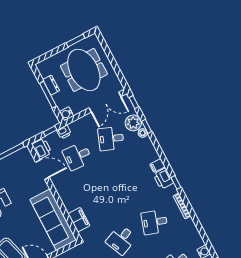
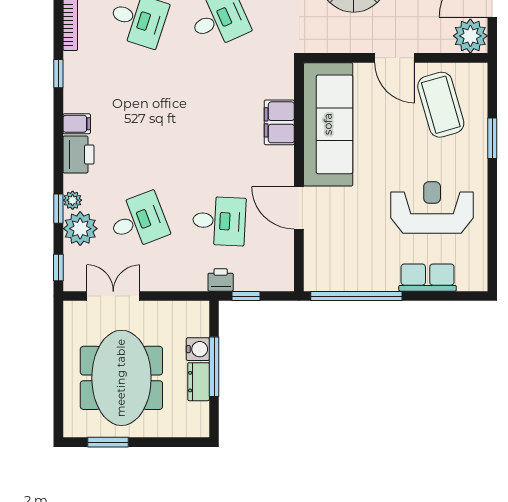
double door: (105, 102) -> (113, 296), width x0.73
water cooler: (66, 114) -> (198, 349), moved
desk: (111, 139) -> (138, 221), turned -42
printer: (42, 149) -> (279, 270), removed
door: (42, 170) -> (299, 208), moved
printer: (163, 179) -> (79, 154), moved
filing cabinet: (79, 220) -> (279, 122), moved

